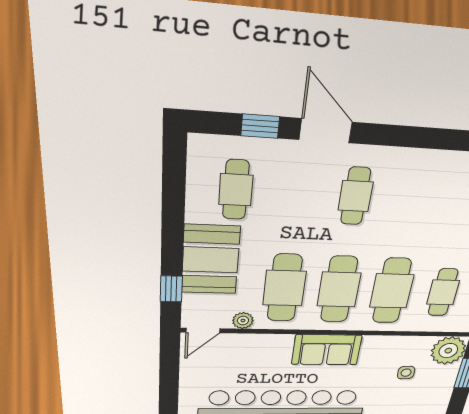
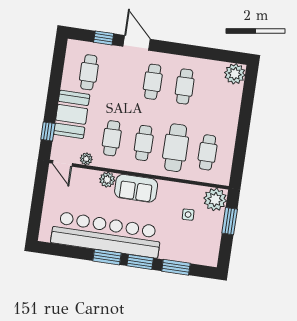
cafe table: (413, 199) -> (185, 86), added
cafe table: (284, 288) -> (112, 138), width x0.73, depth x0.74
cafe table: (339, 290) -> (144, 143), width x0.73, depth x0.74
door: (203, 331) -> (62, 163), hinge flipped
plant: (280, 344) -> (107, 180), added

